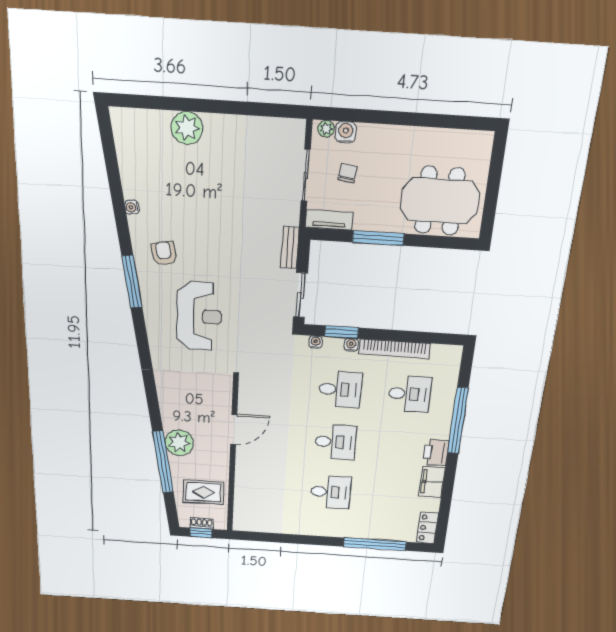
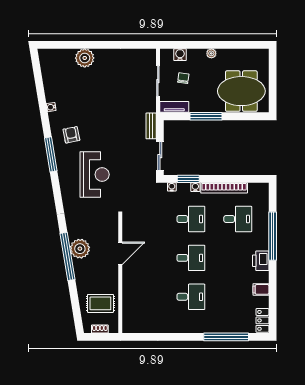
plant: (326, 129) -> (211, 53), moved
plant: (179, 443) -> (80, 249), moved
window: (163, 462) -> (67, 256), moved
filing cabinet: (432, 482) -> (261, 289), width x0.50
window: (201, 533) -> (100, 337), removed

